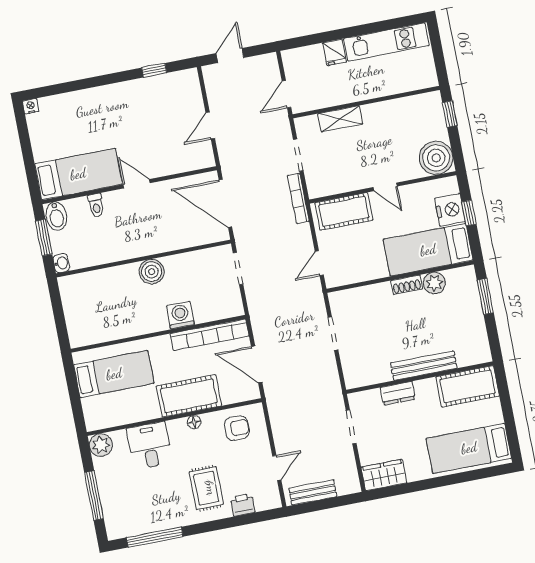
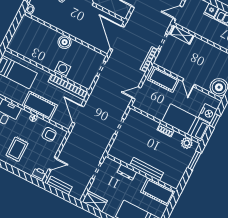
shelving: (340, 119) -> (182, 35), moved
plant: (434, 283) -> (187, 143), moved
printer: (243, 505) -> (39, 174), moved

